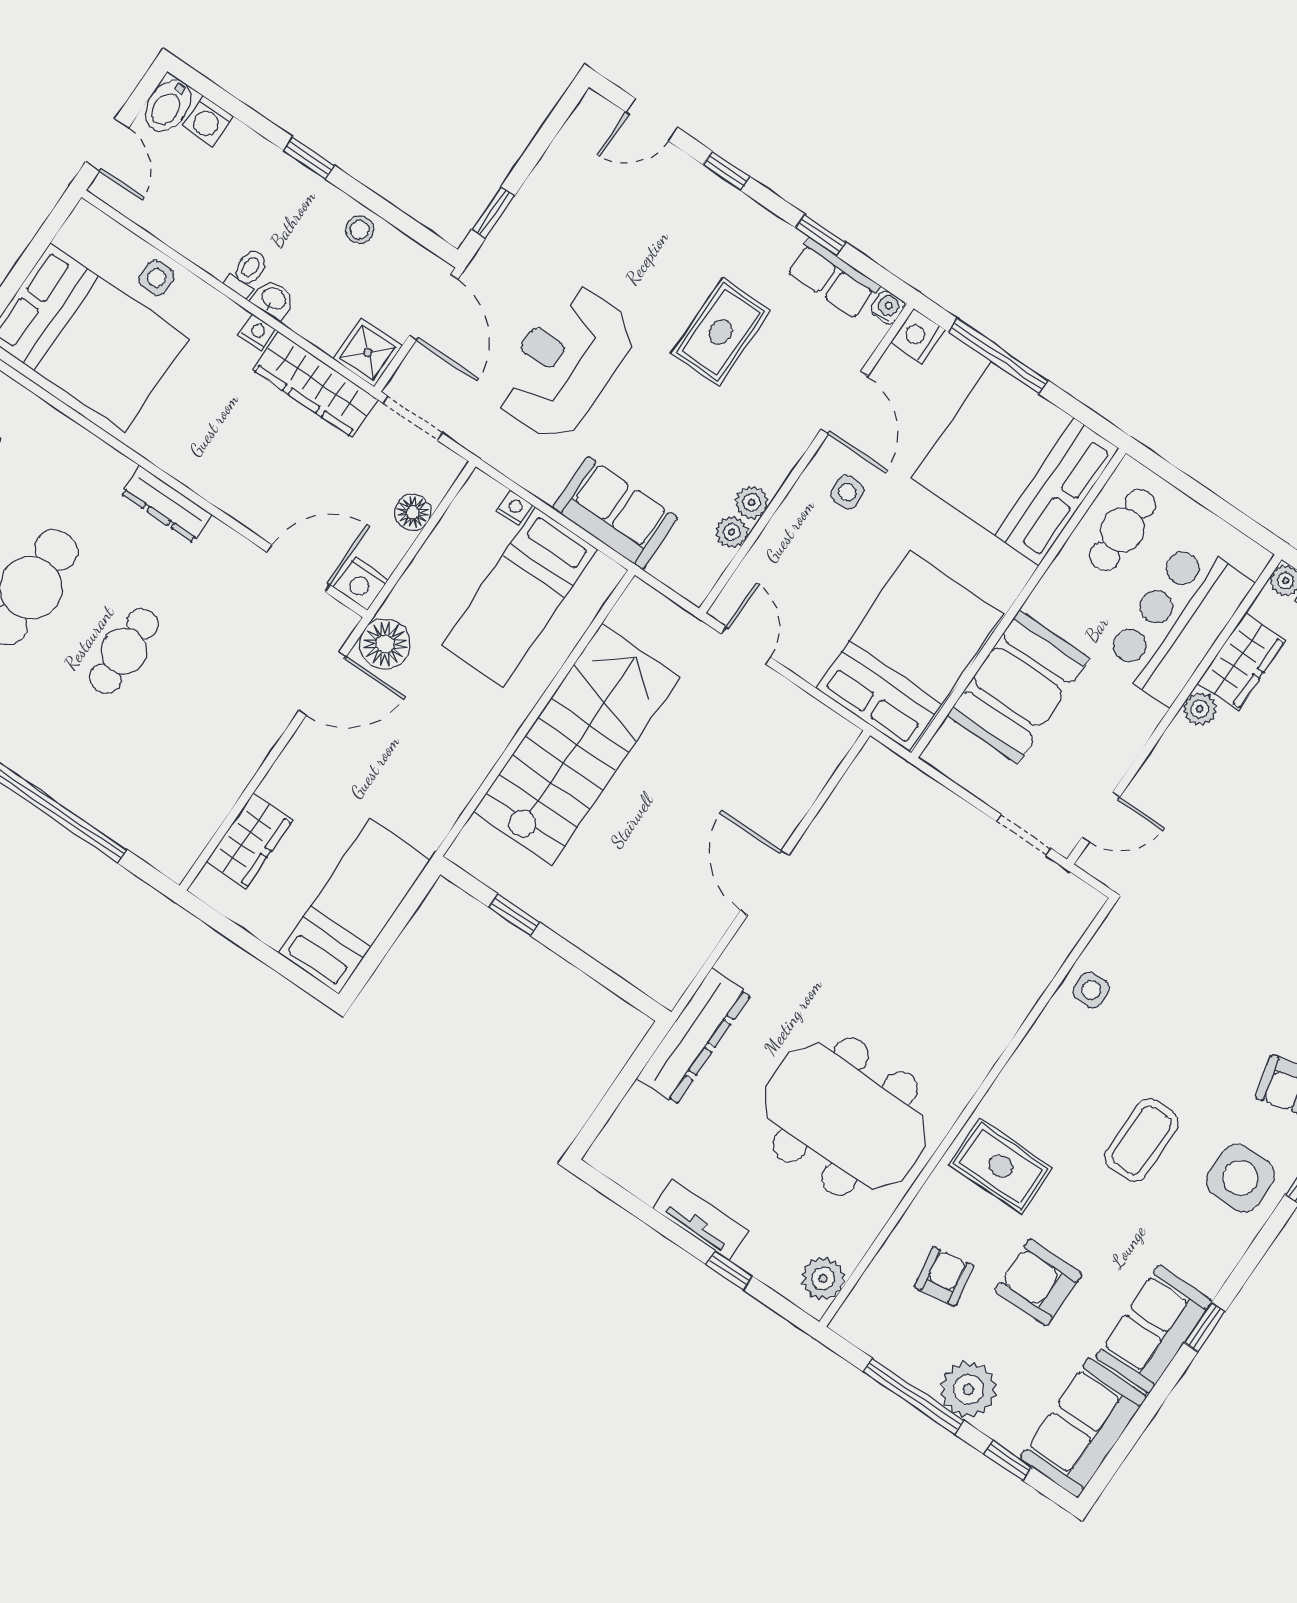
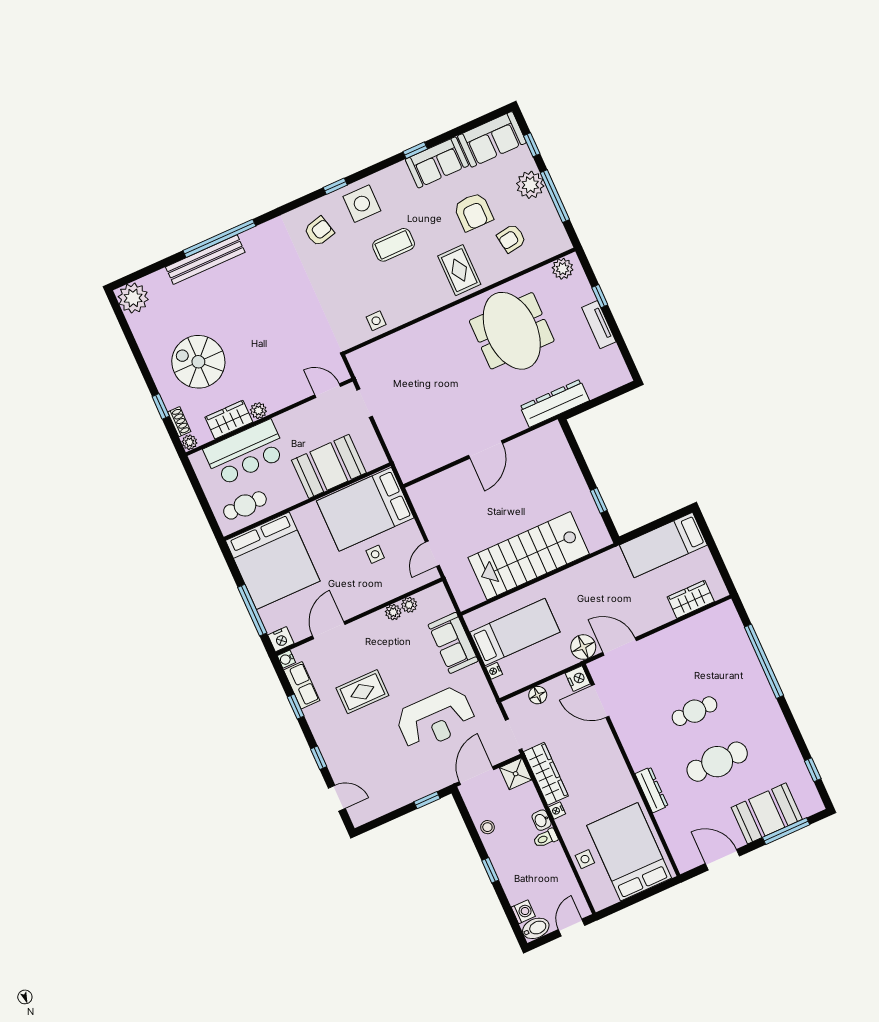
side table: (847, 492) -> (375, 554), moved
dresser: (167, 504) -> (652, 790), moved

